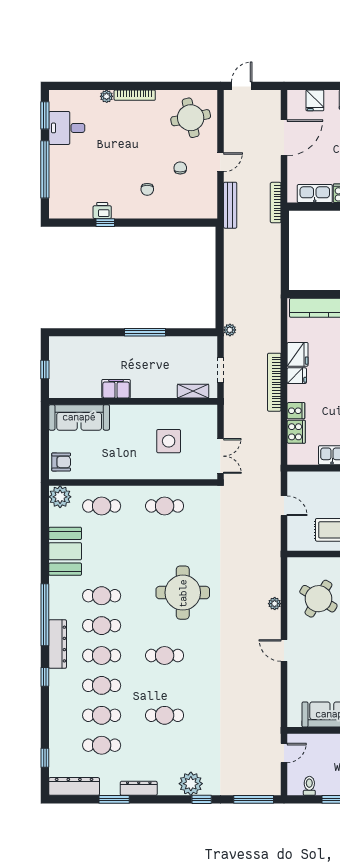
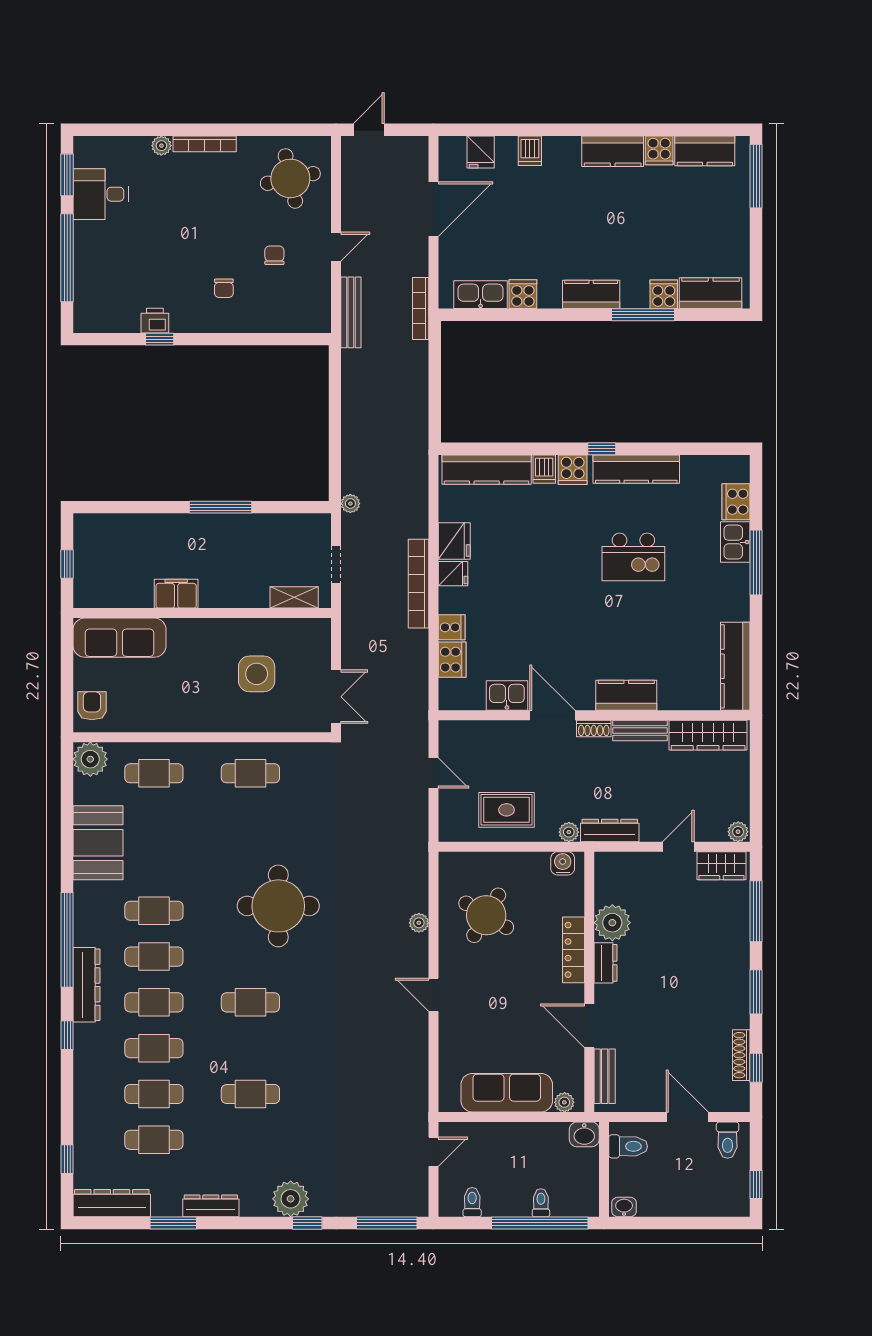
armchair: (61, 462) -> (92, 706), turned -90

